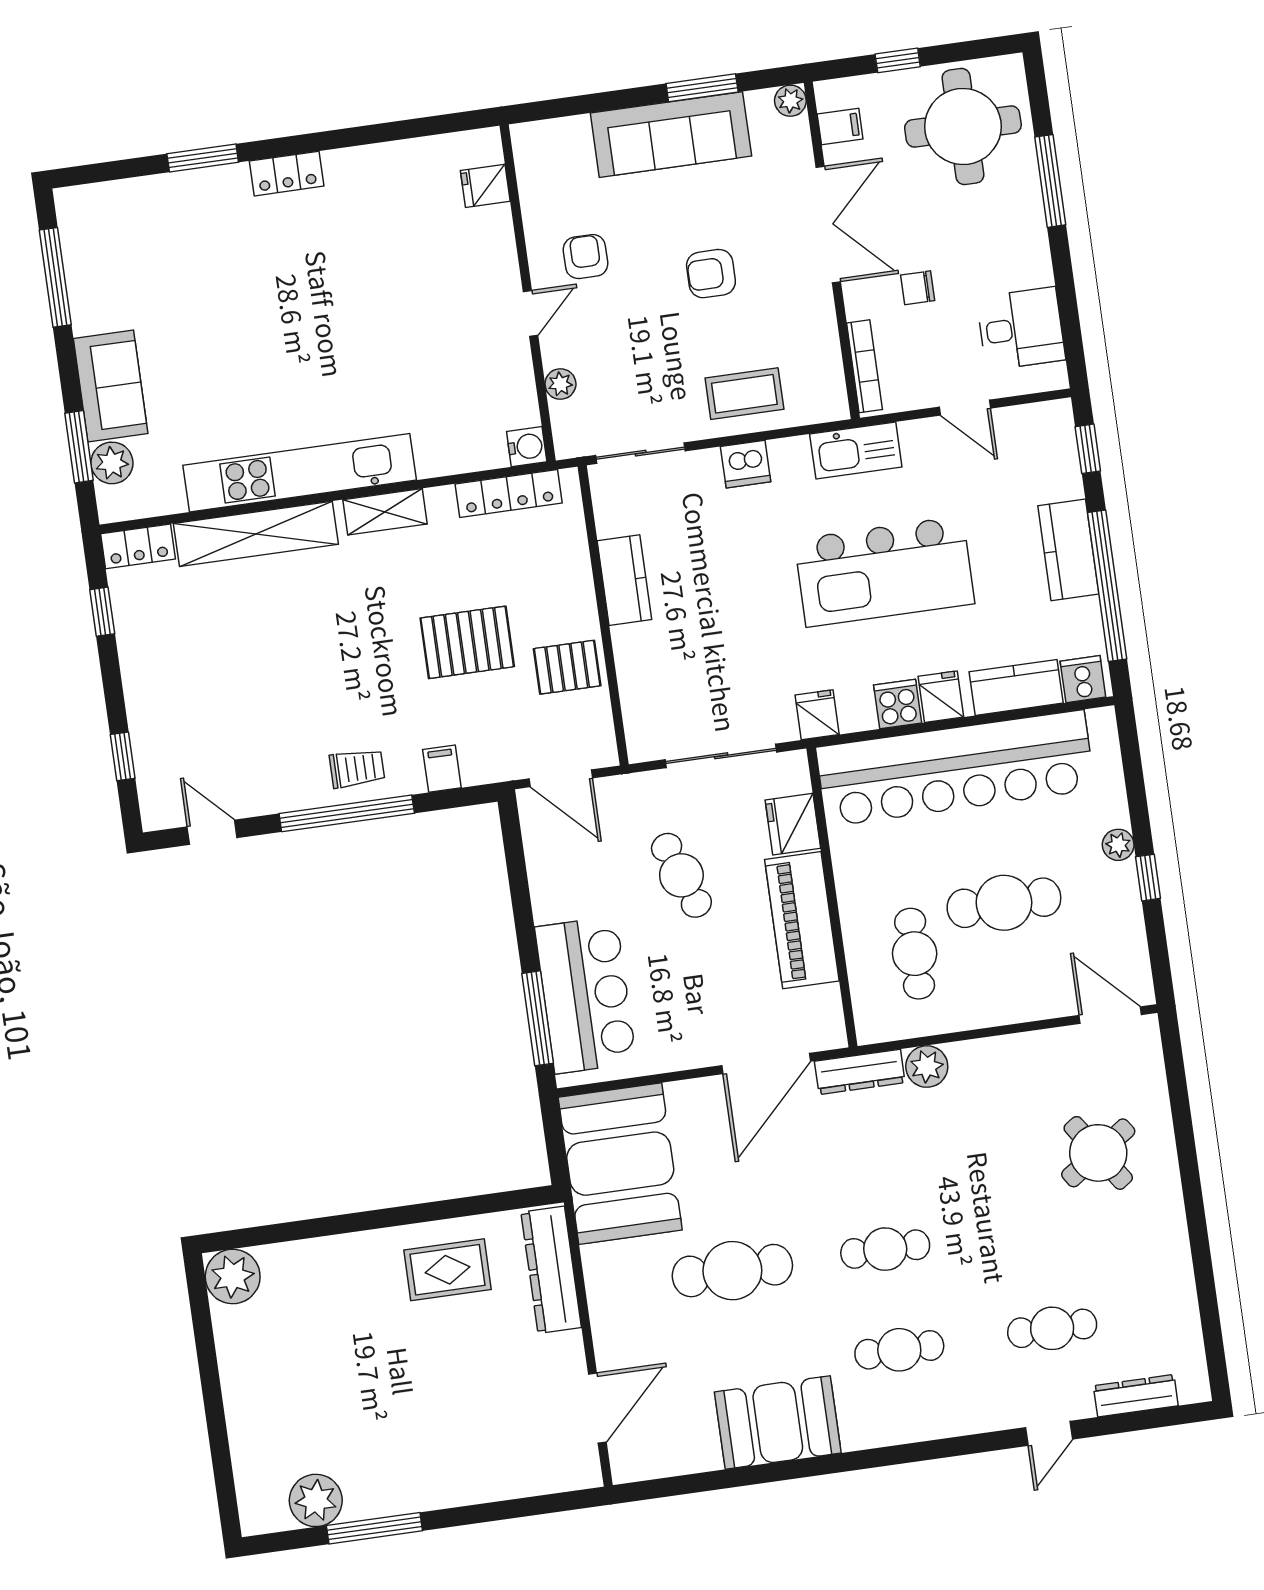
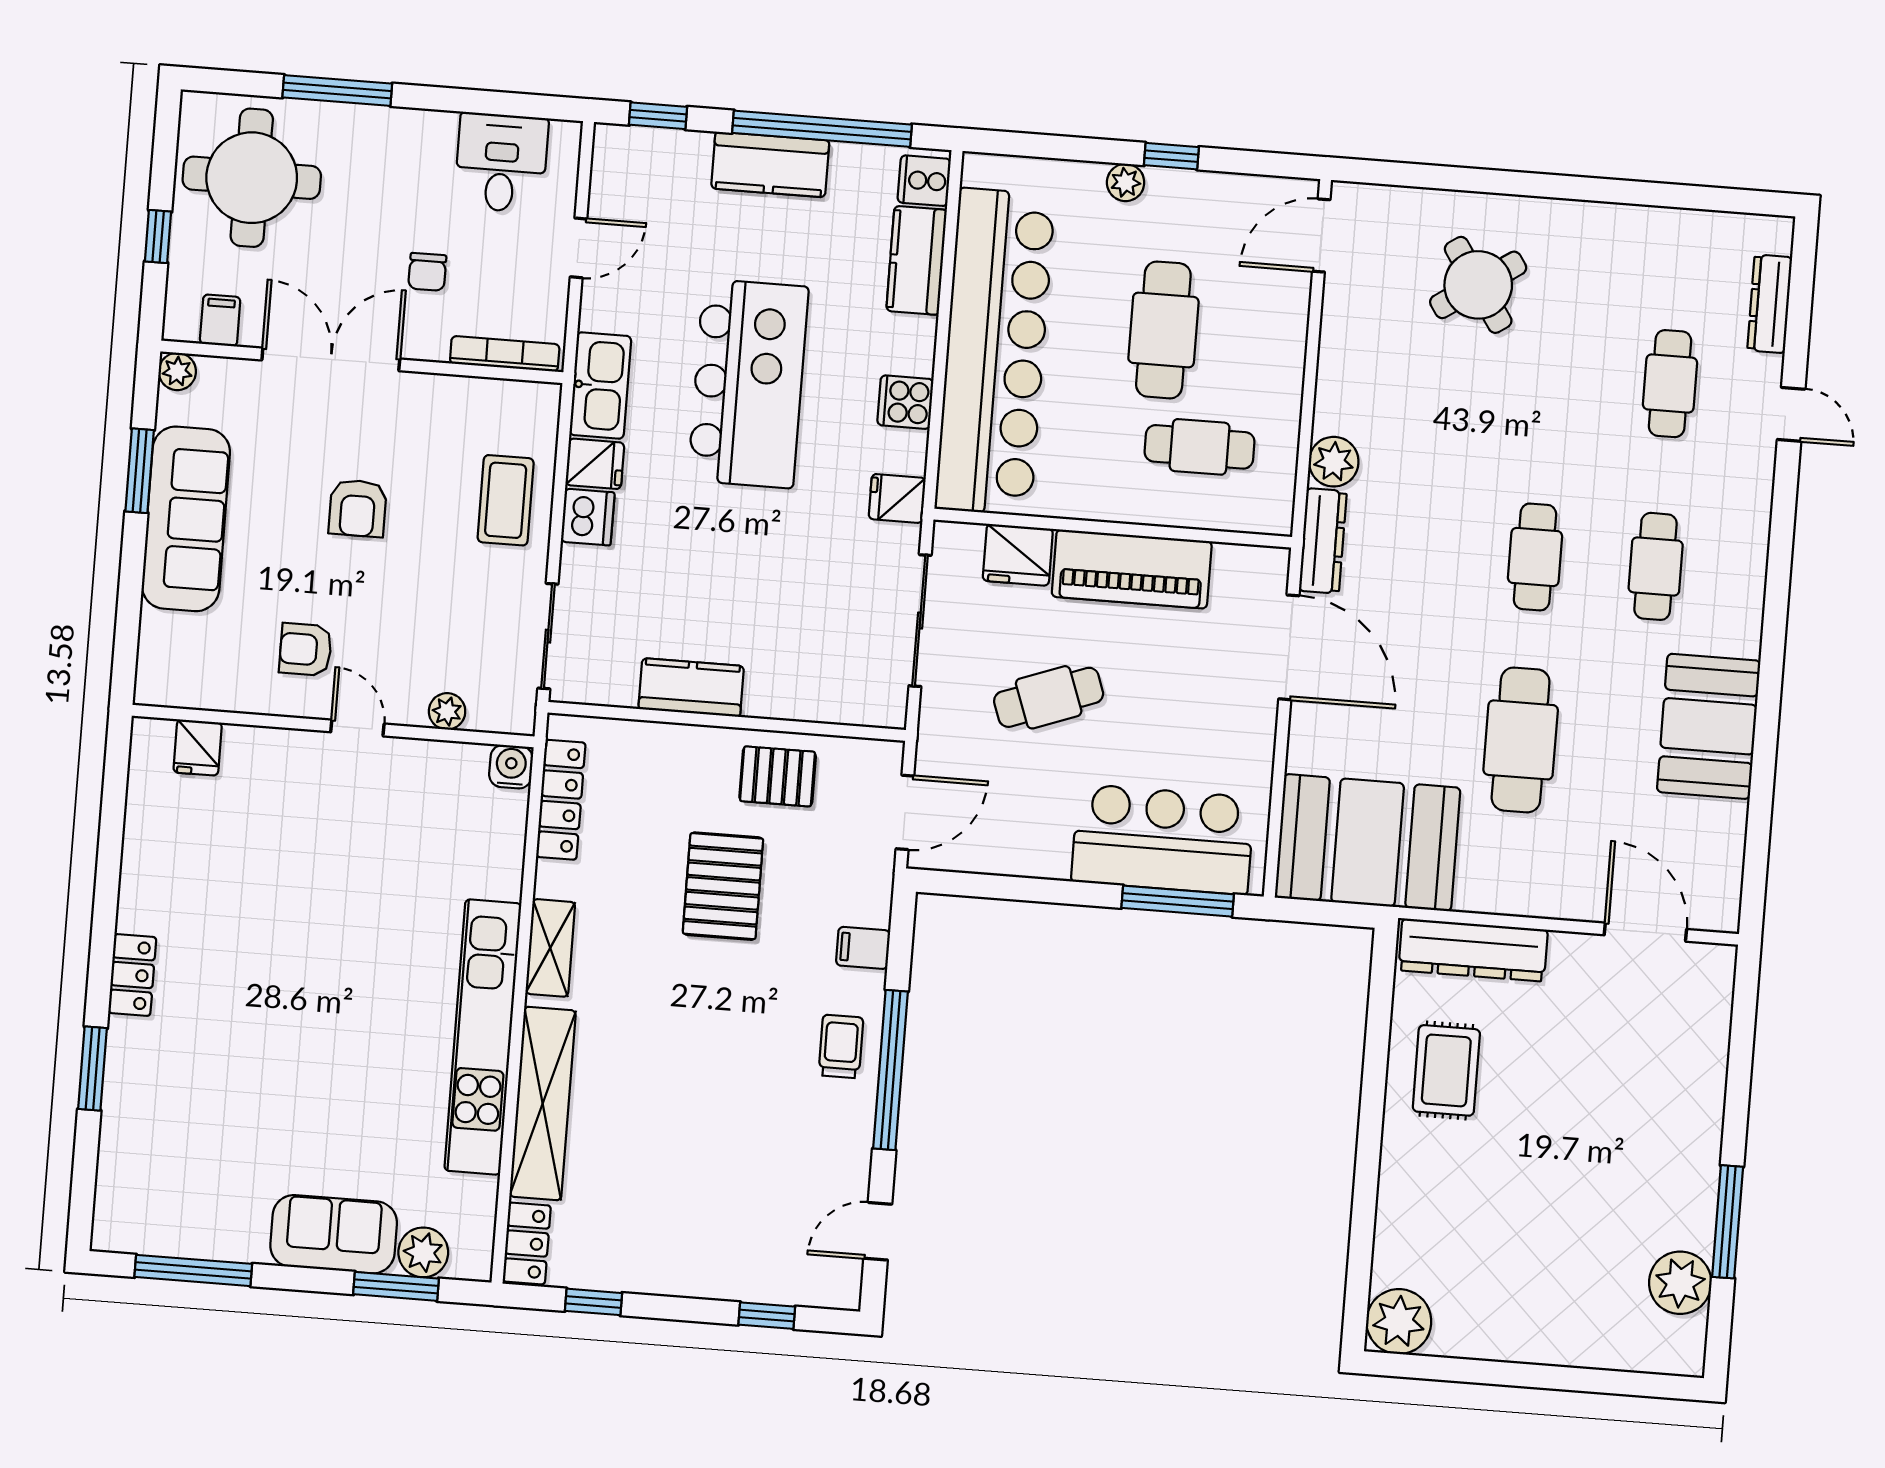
pallet: (567, 667) -> (778, 776), turned 90
fridge: (941, 697) -> (595, 464), moved, turned 180

